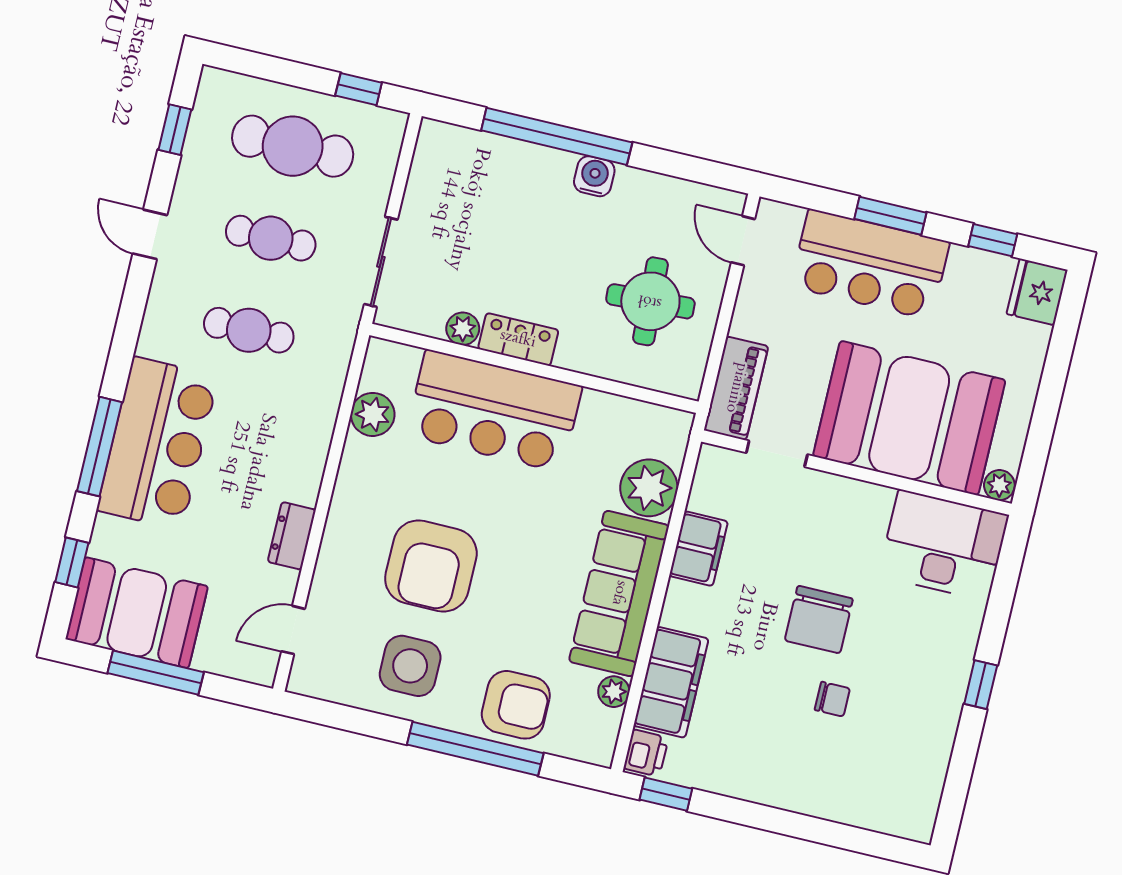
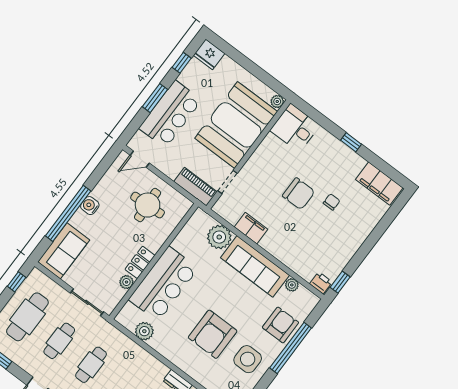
sofa: (471, 162) -> (64, 251), added
desk: (944, 545) -> (295, 128), width x0.73
armchair: (431, 566) -> (213, 334), turned 90
filing cabinet: (671, 682) -> (379, 184), moved, turned 180

